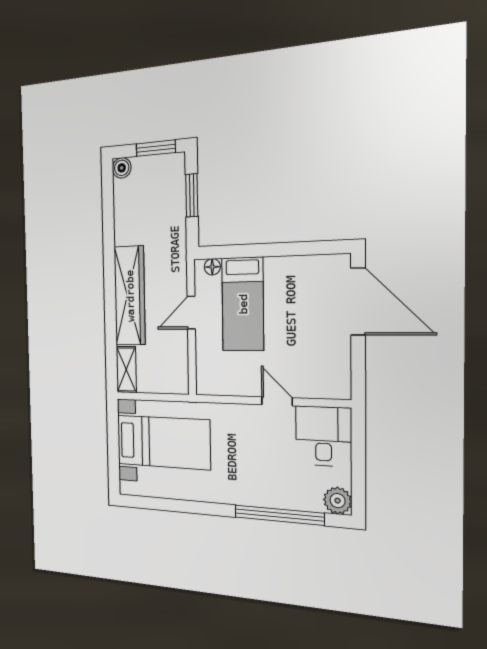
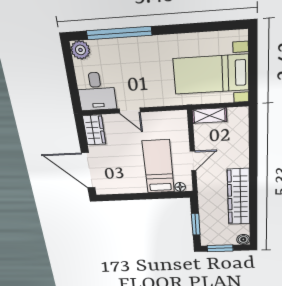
wardrobe: (130, 296) -> (239, 197), moved
shelving: (126, 369) -> (209, 116), moved, turned 90
wardrobe: (336, 374) -> (94, 130), added

